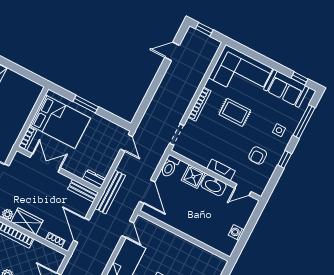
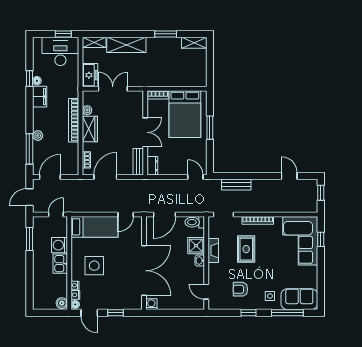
window: (300, 78) -> (321, 239), moved
sofa: (286, 88) -> (299, 299), moved, turned 90
rug: (235, 112) -> (246, 249), moved
door: (126, 143) -> (195, 177), swing flipped
double door: (45, 163) -> (145, 132), moved
fireplace: (221, 170) -> (213, 250), moved
washbasin: (214, 185) -> (200, 261), width x0.52, depth x0.69
bench: (110, 192) -> (236, 185), moved, width x0.73
washing machine: (236, 232) -> (151, 304), moved
double door: (191, 240) -> (144, 271), added

